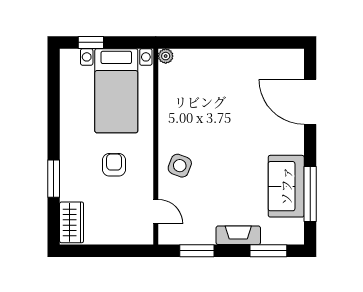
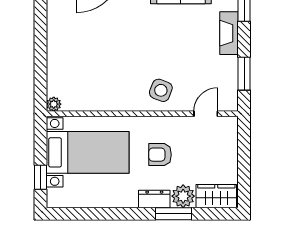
dresser: (69, 159) -> (154, 199), added
plant: (71, 188) -> (183, 196), added

